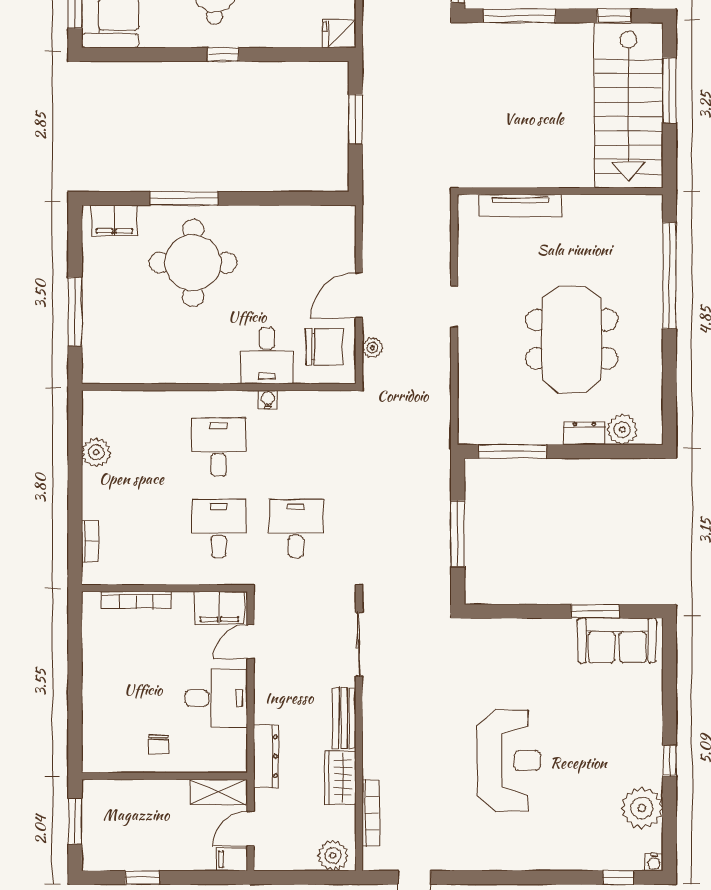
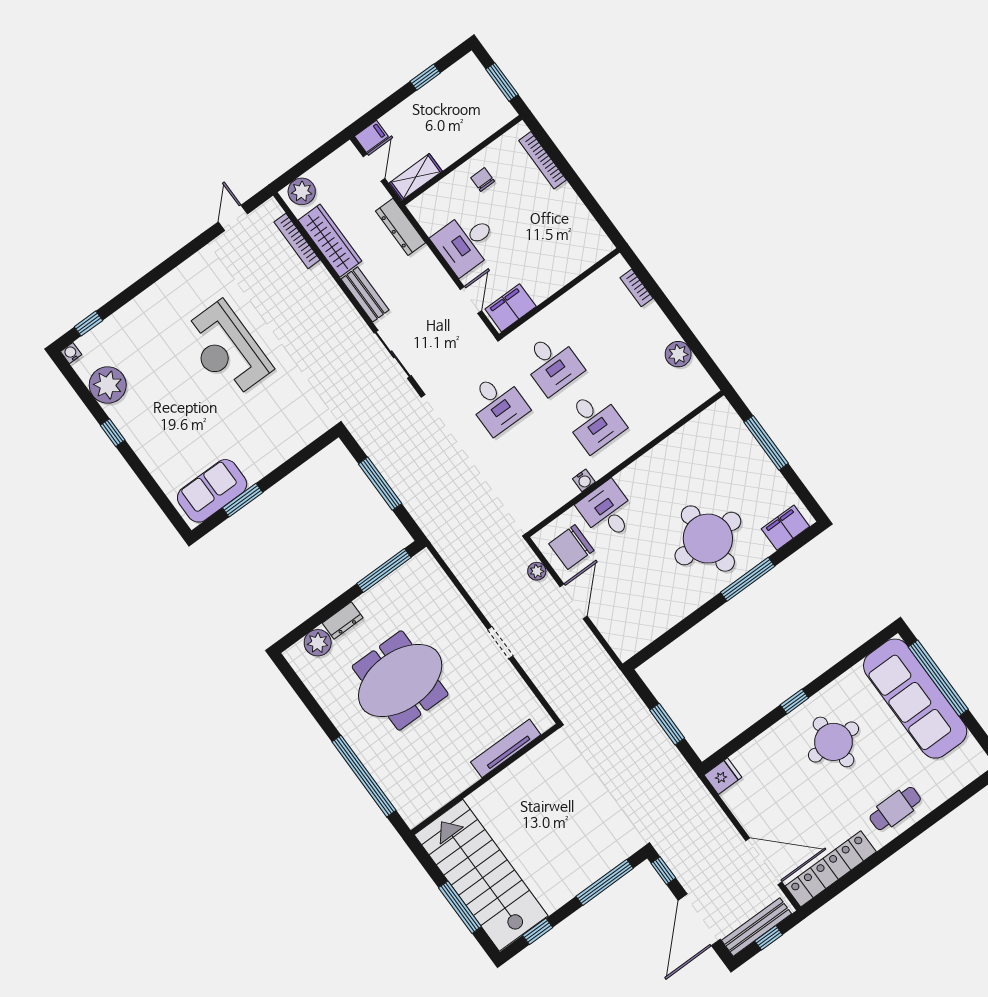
meeting table: (572, 339) -> (400, 680), turned 90
bookcase: (136, 600) -> (543, 160), moved, turned -90
wardrobe: (340, 778) -> (330, 241), width x1.50

